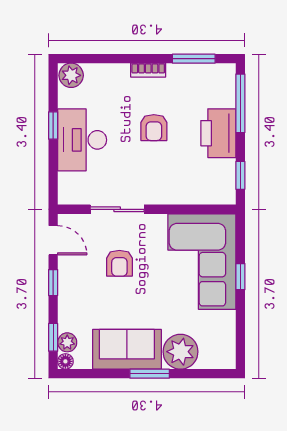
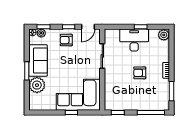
printer: (218, 133) -> (137, 102), removed
armchair: (119, 263) -> (66, 40), moved

